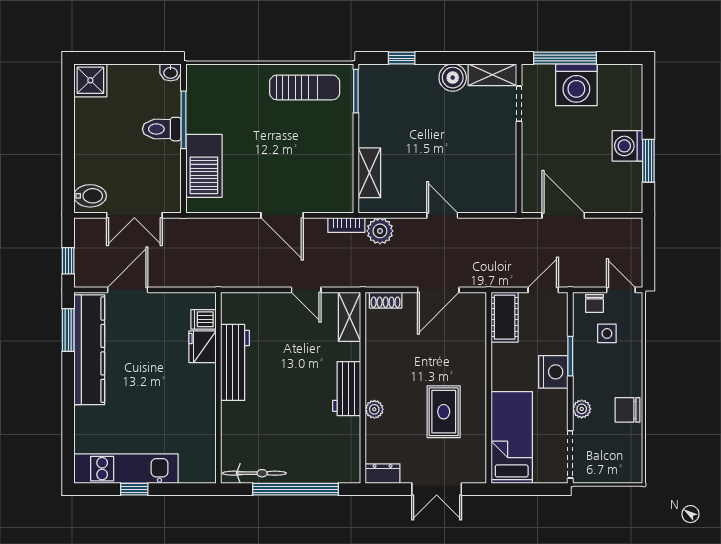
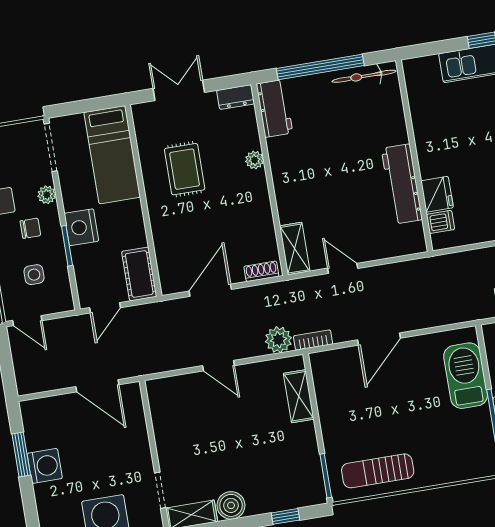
door: (282, 215) -> (379, 339), swing flipped
chair: (594, 303) -> (30, 228), moved, turned 90
workbench: (347, 389) -> (274, 108), moved

